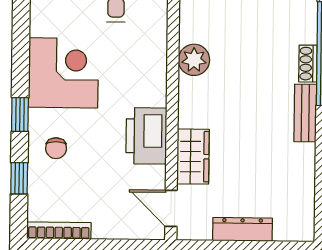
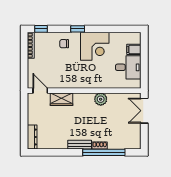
printer: (146, 136) -> (70, 80), removed
window: (19, 178) -> (41, 29), moved
door: (171, 208) -> (40, 91), hinge flipped
dresser: (242, 229) -> (32, 137), moved

